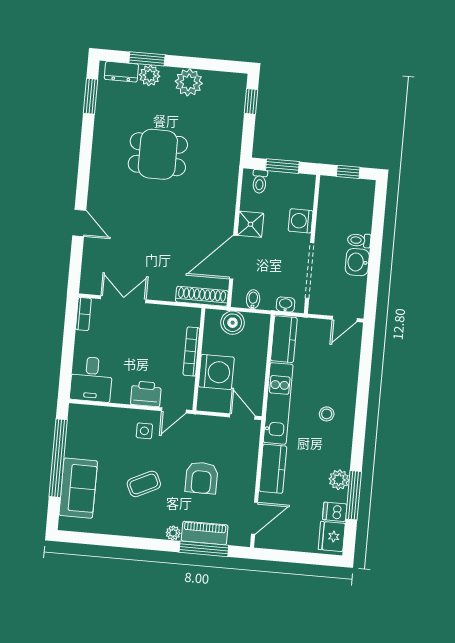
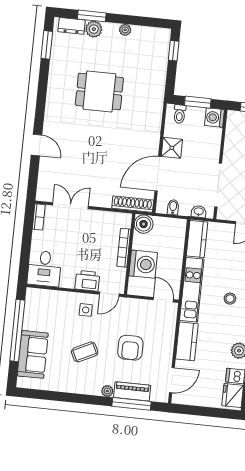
plant: (189, 82) -> (125, 30), width x0.53, depth x0.53
washing machine: (301, 221) -> (214, 118), moved
boiler: (233, 323) -> (144, 224), moved

